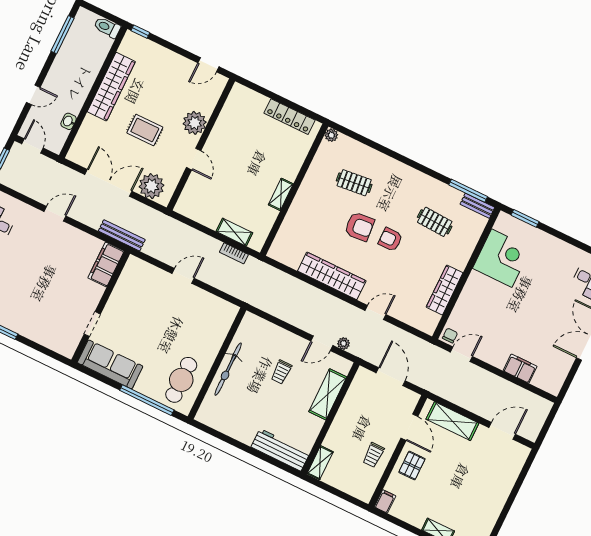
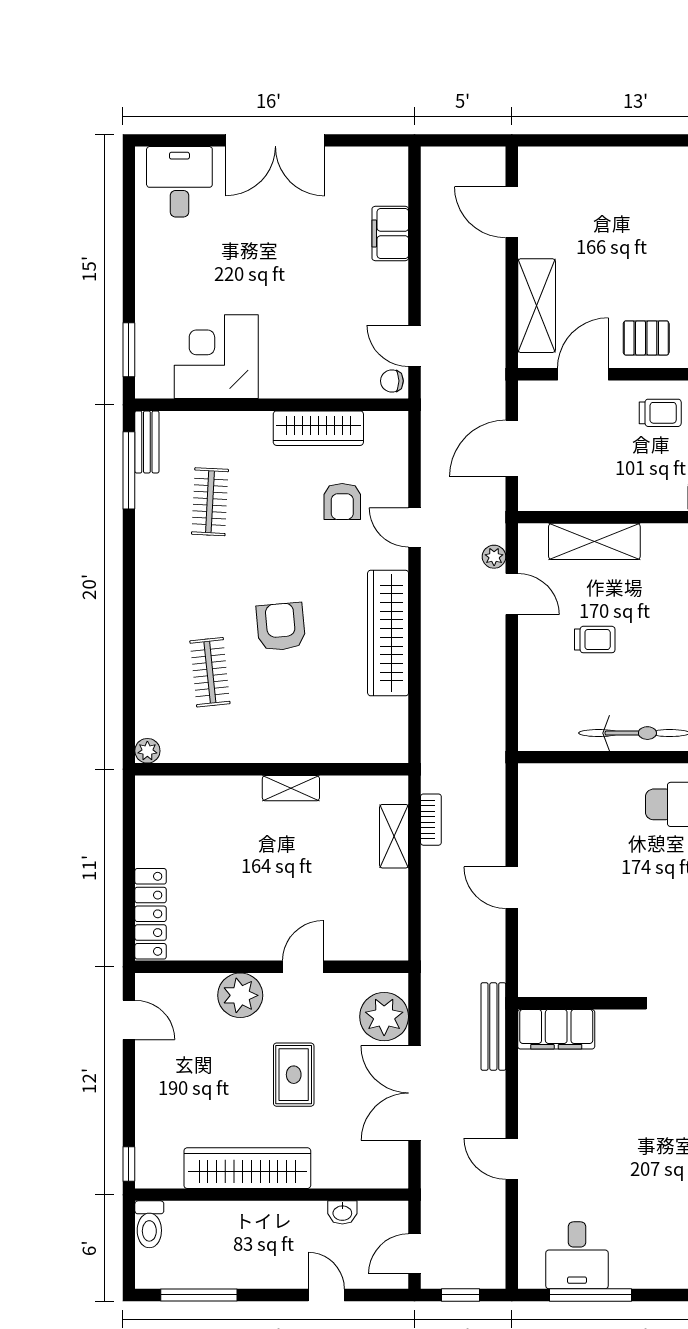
locker: (289, 117) -> (151, 914), moved
armchair: (390, 239) -> (342, 502), moved

